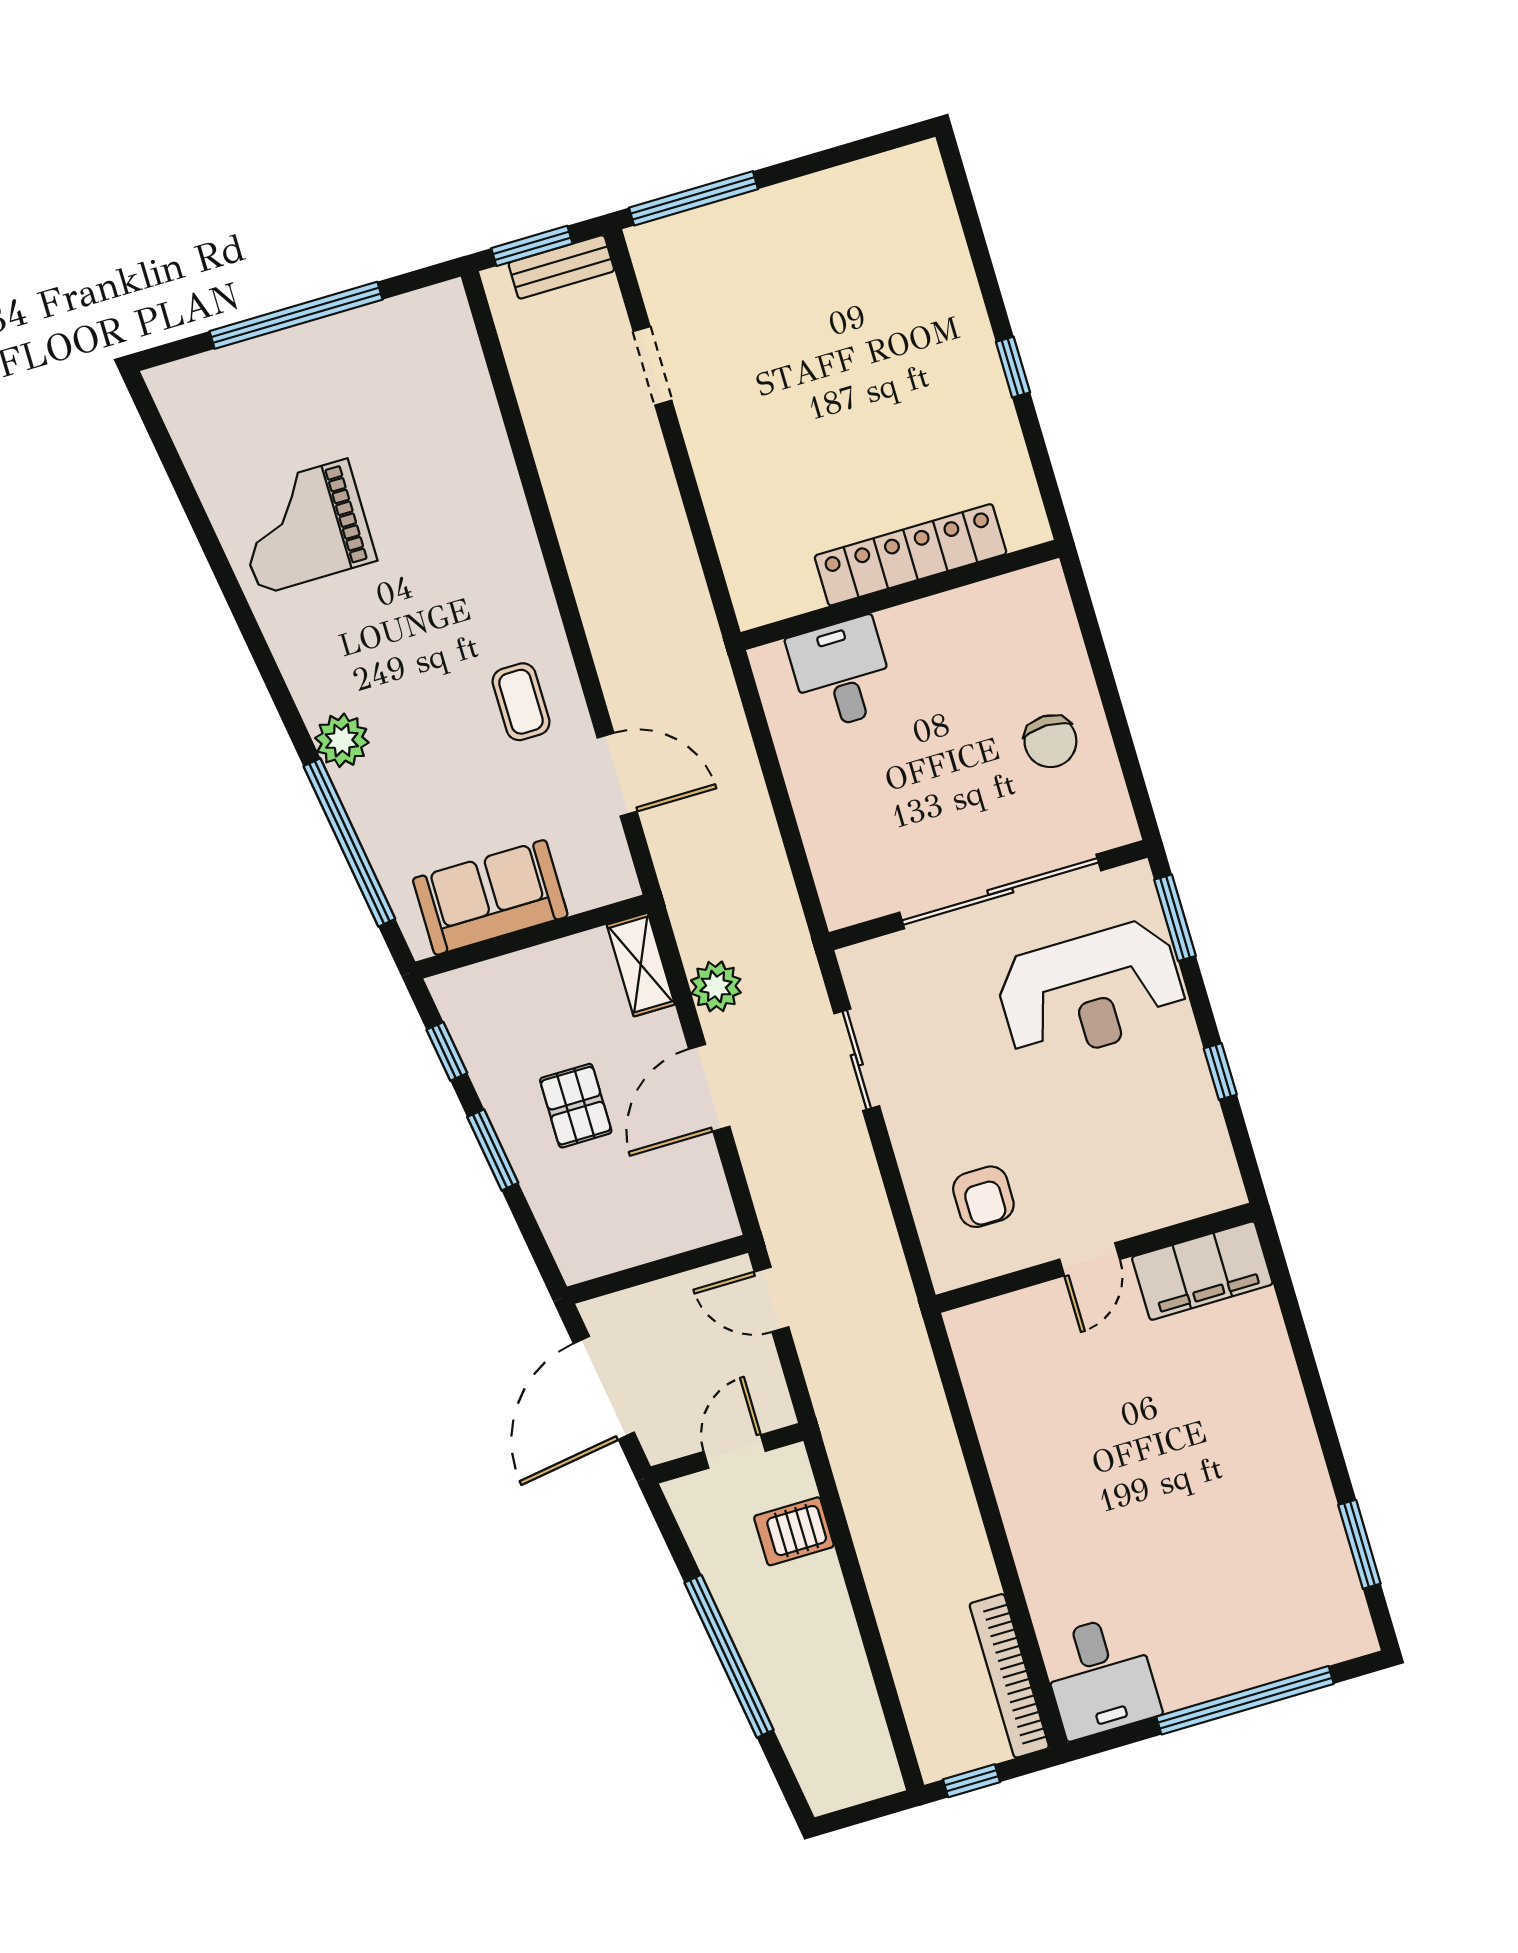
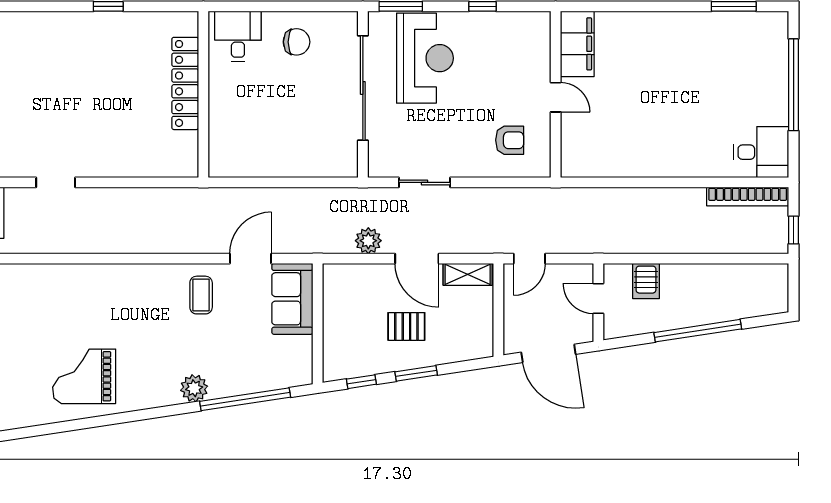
grand piano: (303, 527) -> (84, 376), turned 90
desk: (841, 673) -> (238, 36), moved, turned 90
coffee table: (521, 702) -> (201, 295), turned 90
sofa: (490, 897) -> (292, 299), moved
shelving: (641, 965) -> (468, 274), moved

